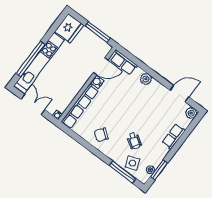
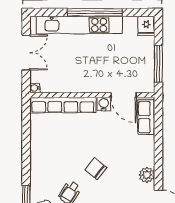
fridge: (69, 28) -> (146, 26), width x0.53, depth x0.75
window: (30, 59) -> (95, 12), moved
plant: (146, 79) -> (147, 175), moved
chair: (101, 135) -> (96, 169), moved

